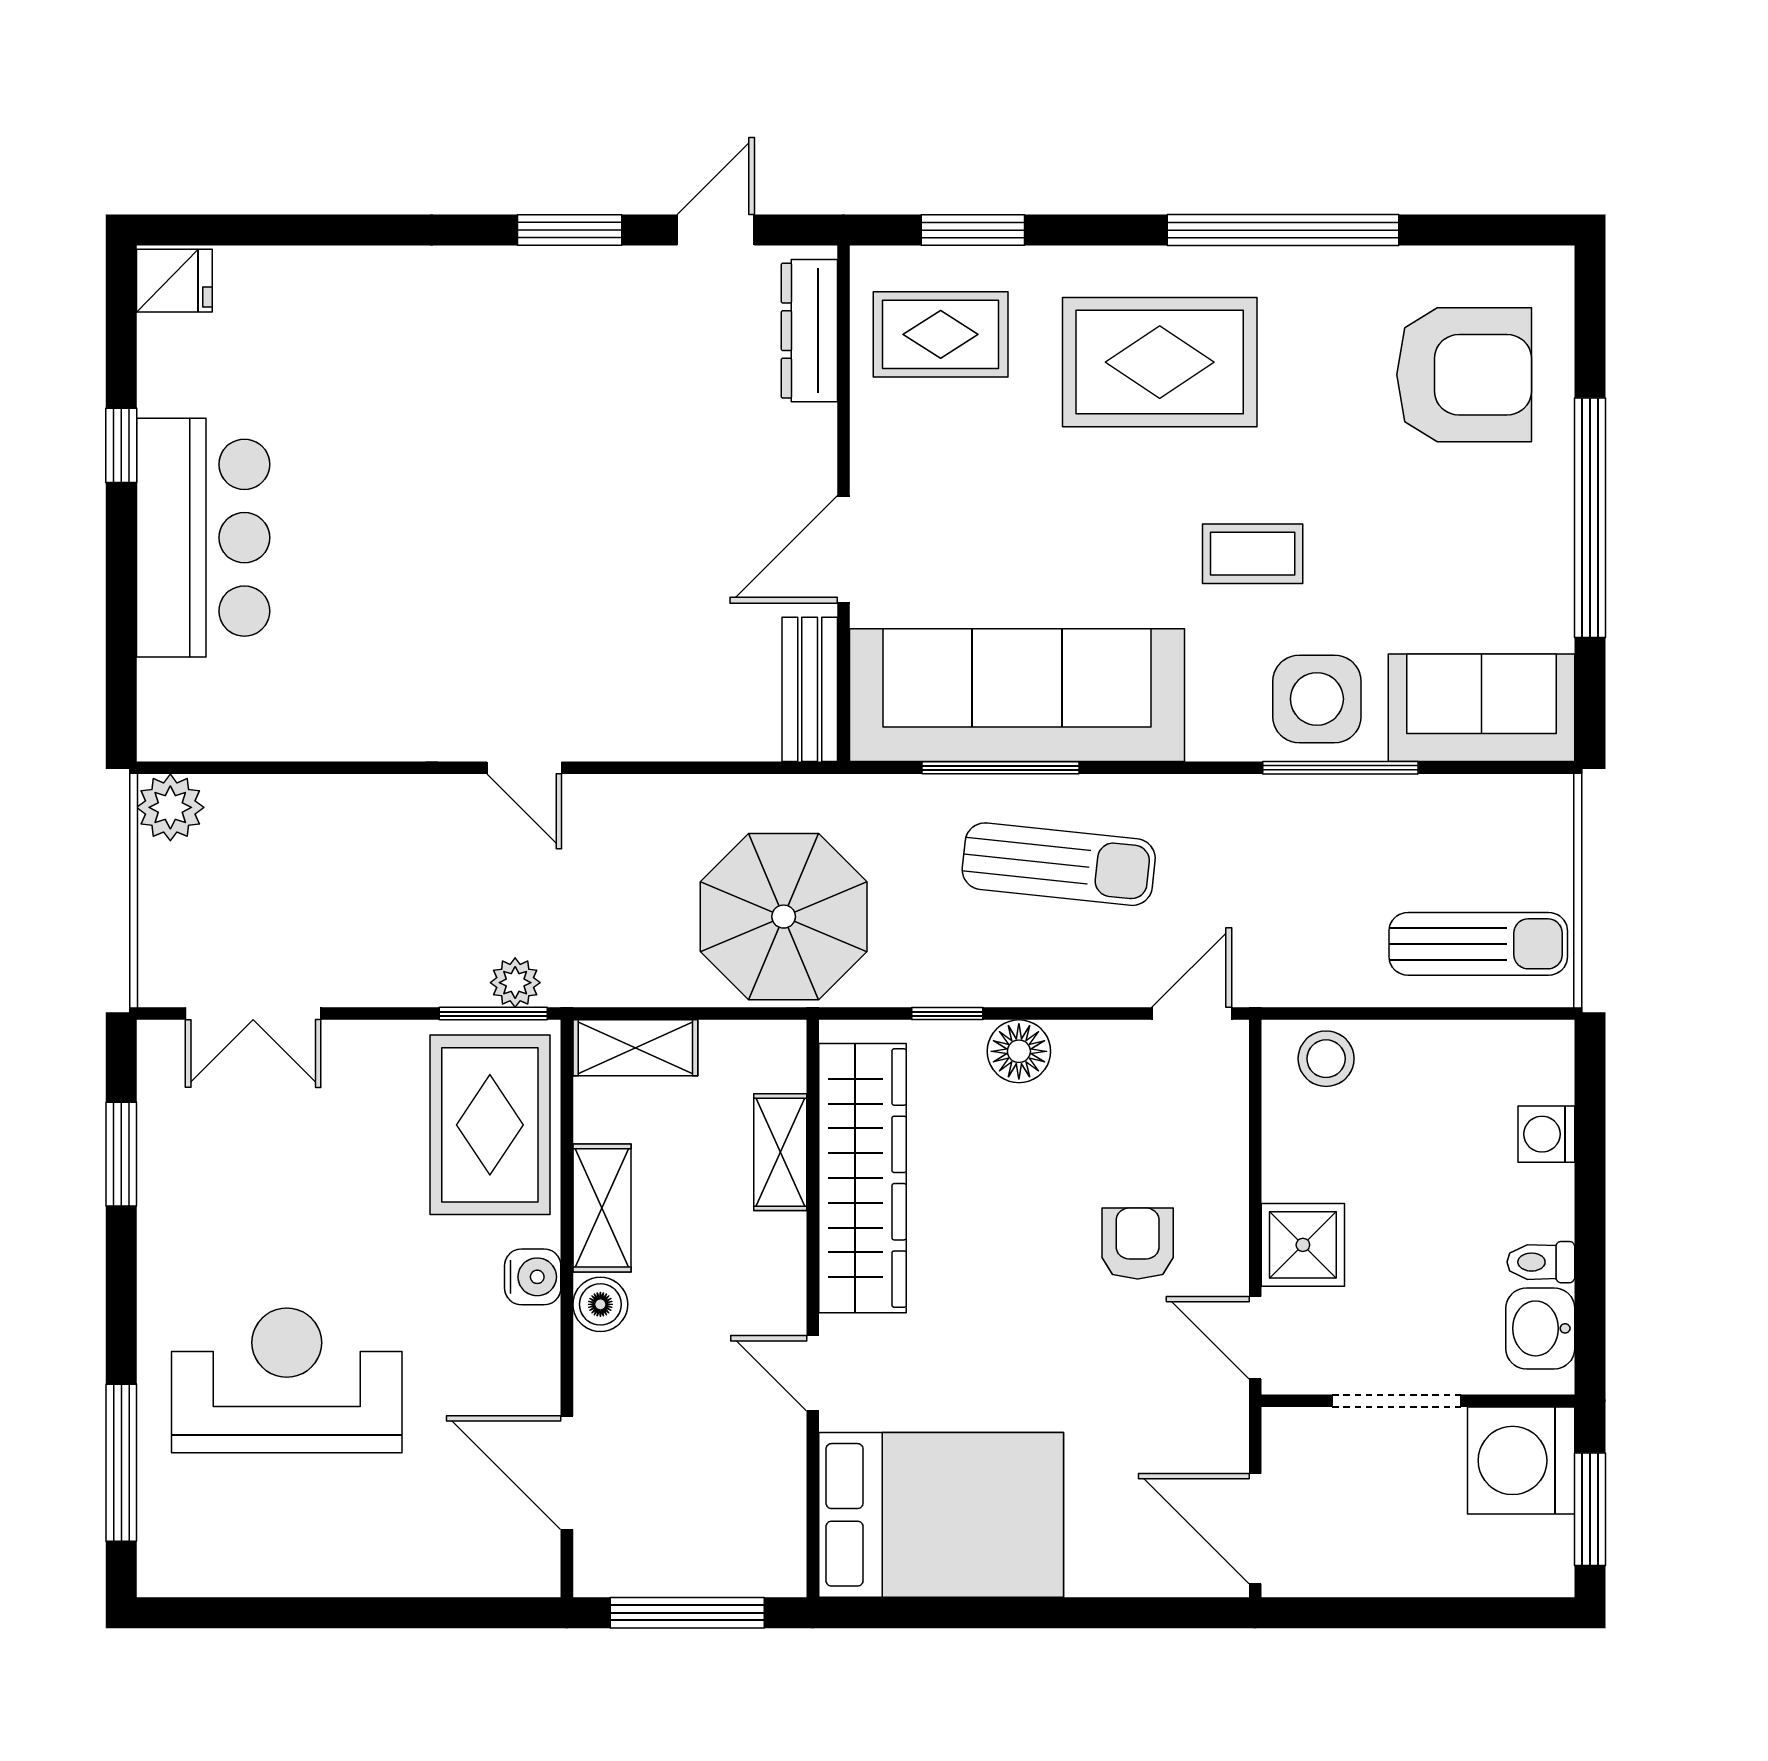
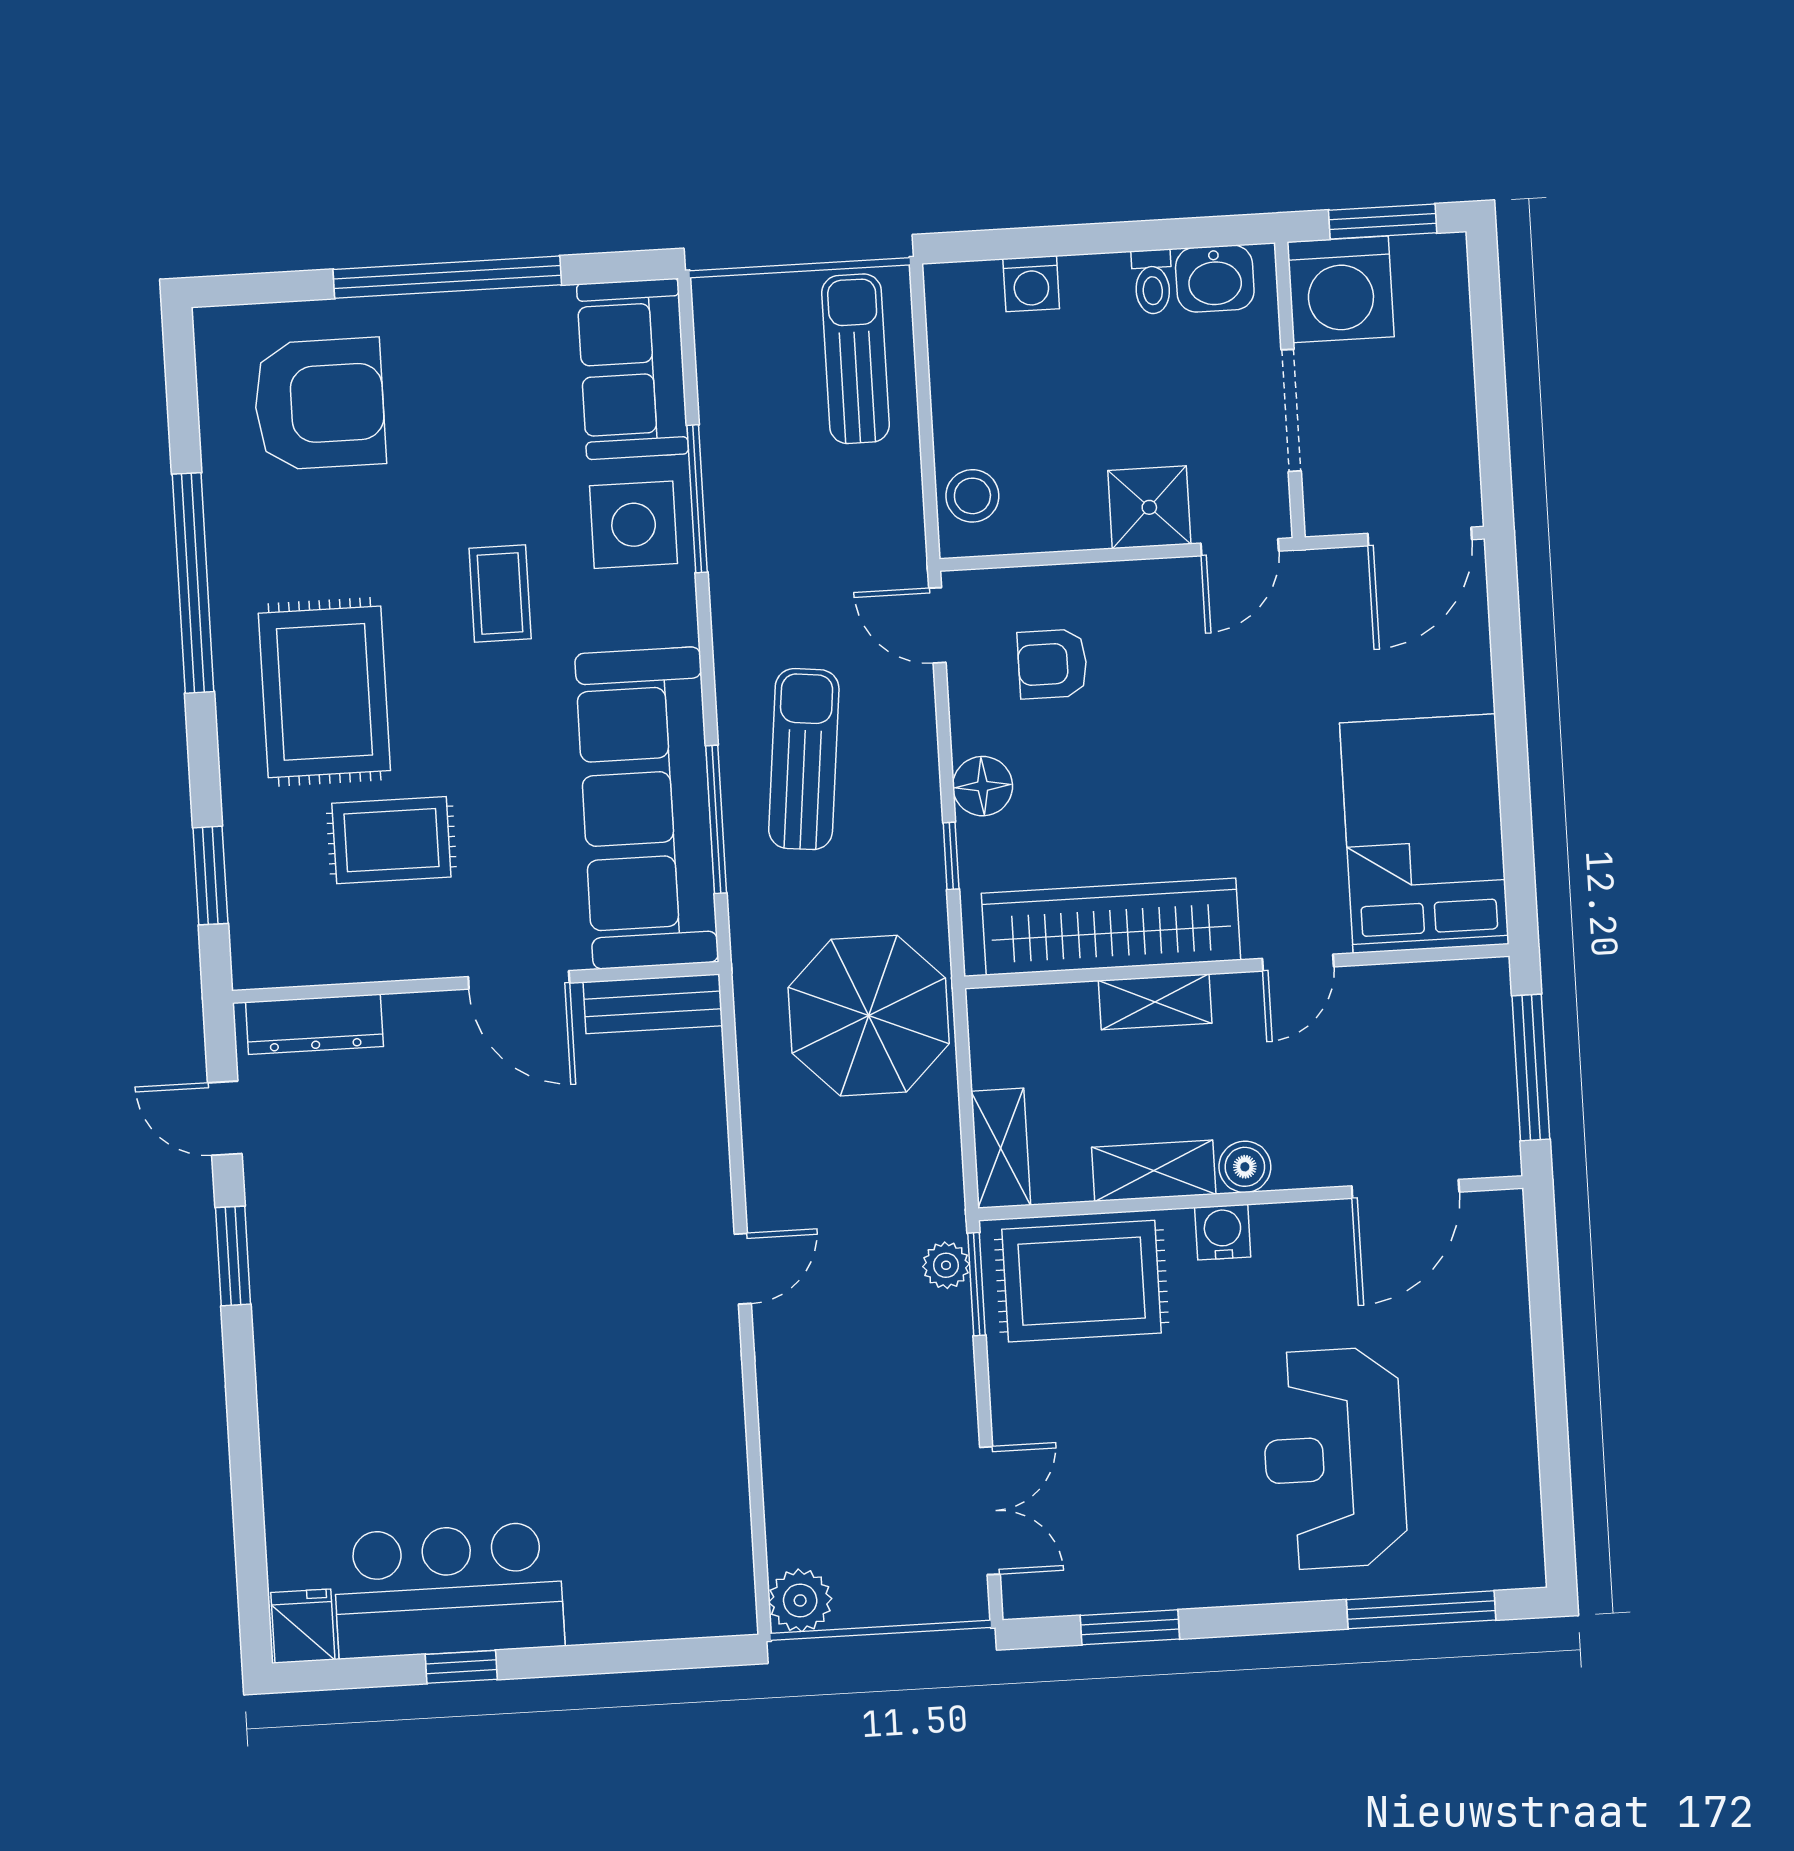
rug: (941, 334) -> (391, 840), moved, turned 90
armchair: (1464, 375) -> (319, 404), turned 90
bar counter: (203, 538) -> (449, 1590), moved
shelving: (780, 1152) -> (1155, 1002), moved
armchair: (1138, 1243) -> (1052, 664), moved

